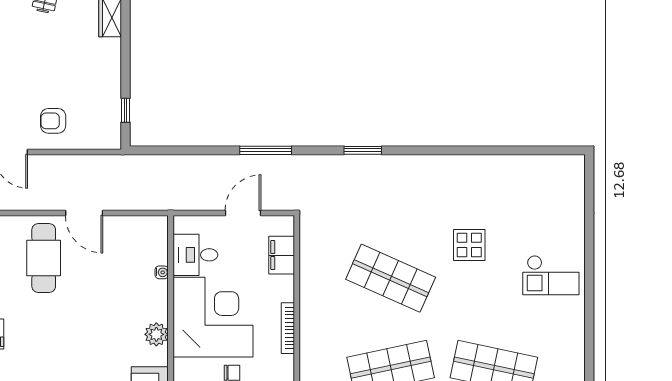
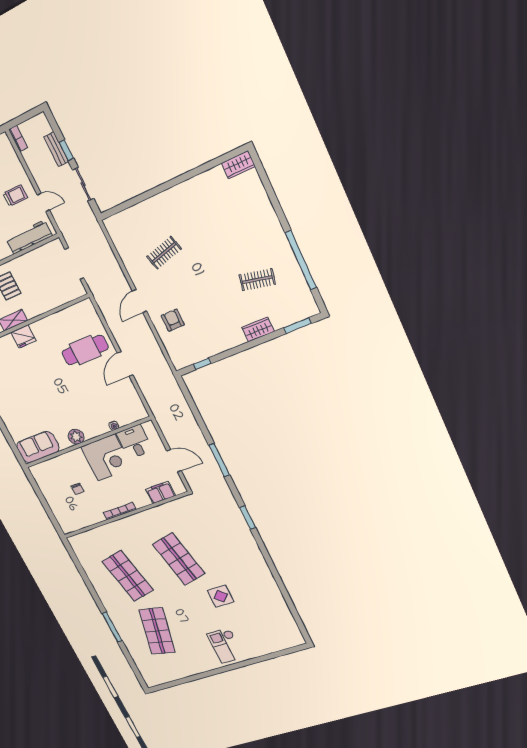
shop shelf: (391, 278) -> (179, 559), turned -36
corner desk: (213, 317) -> (106, 457), width x0.74, depth x0.74

